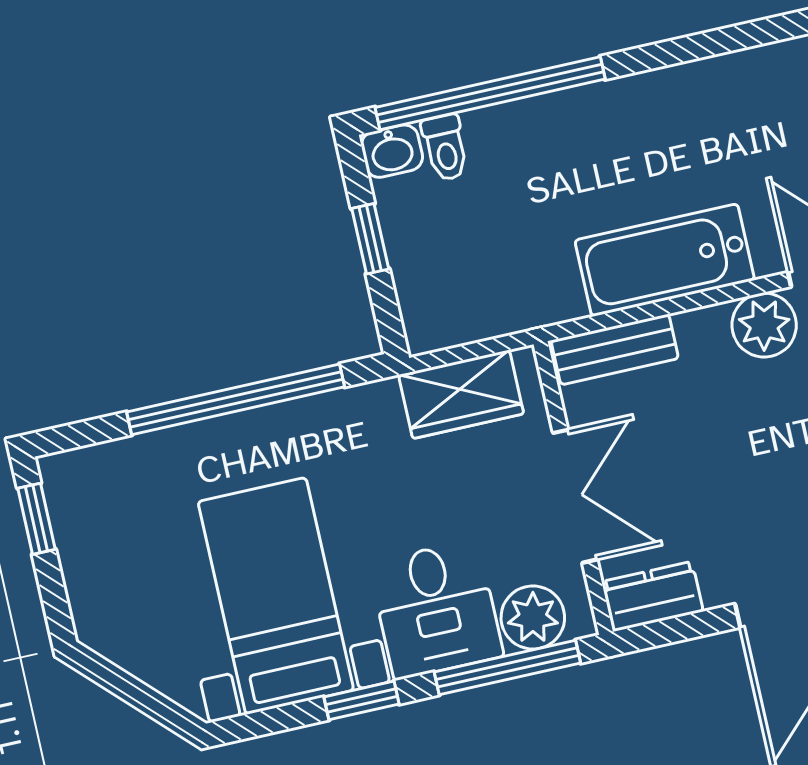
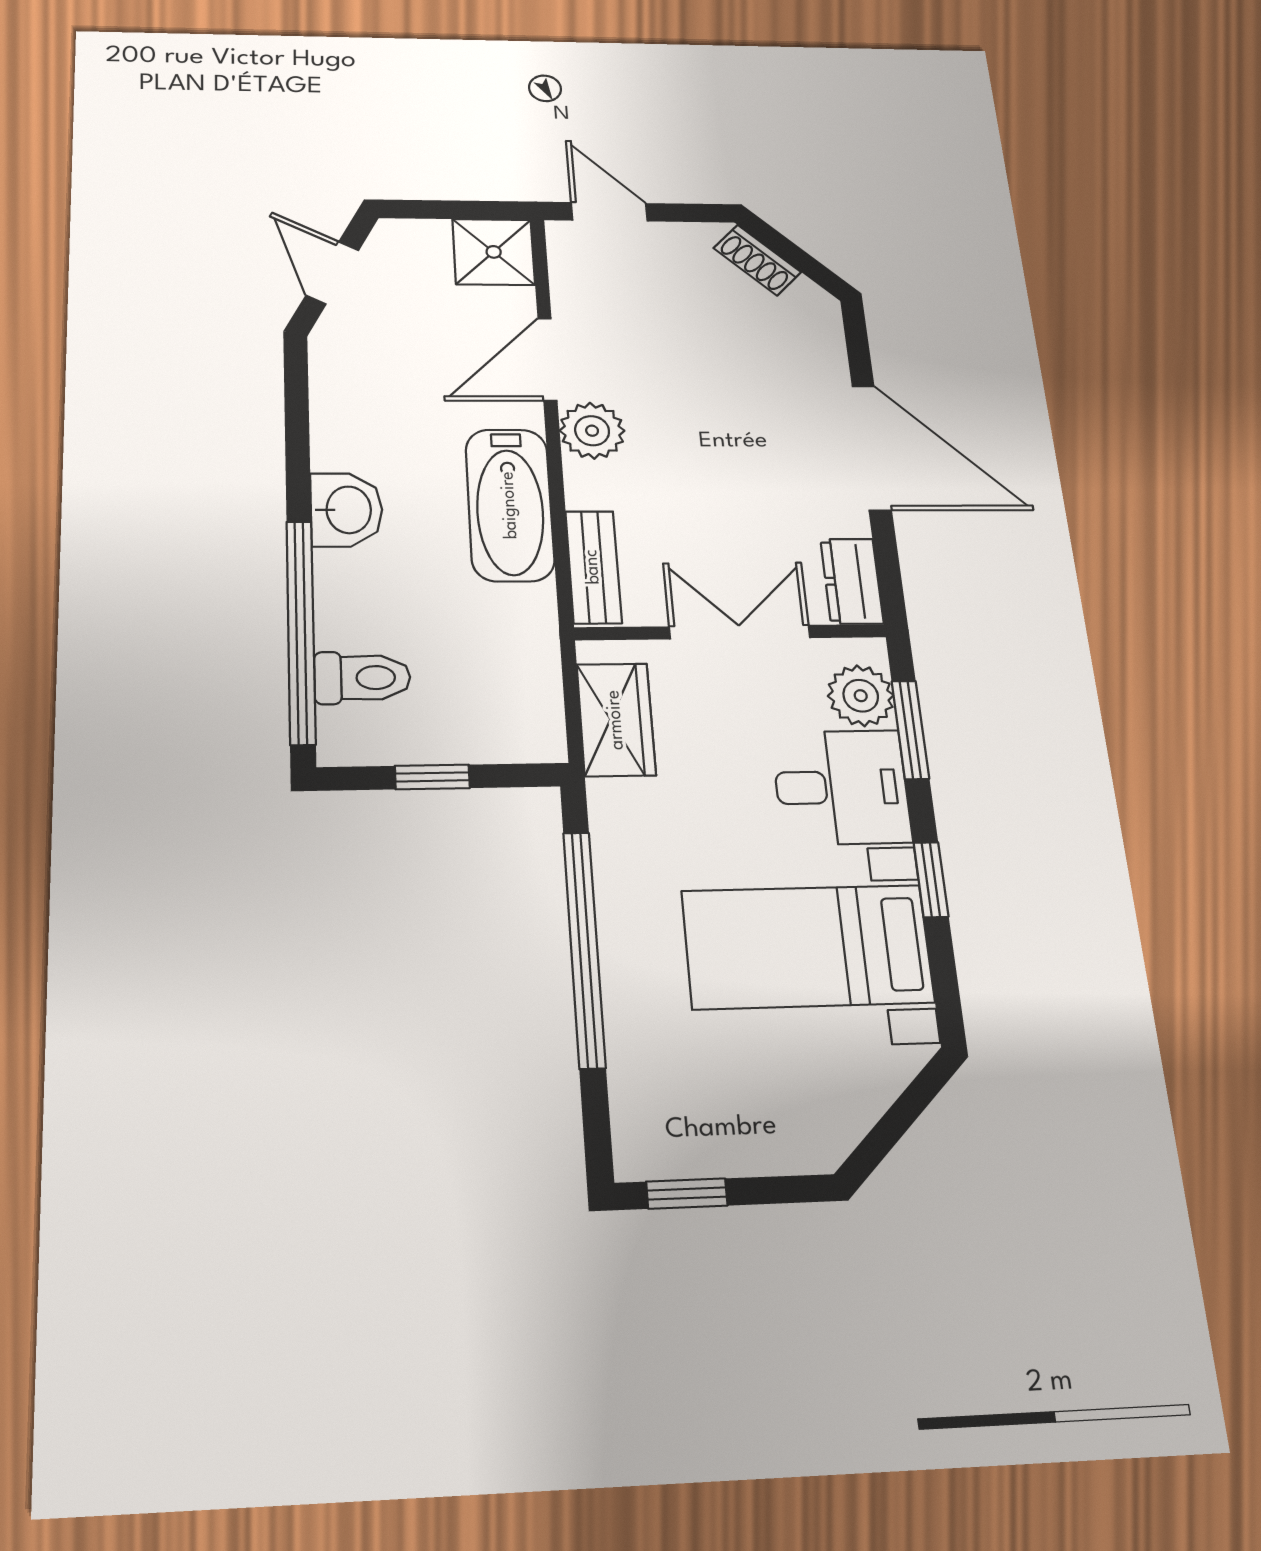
toilet: (445, 148) -> (362, 678), width x1.37, depth x1.39
washbasin: (392, 151) -> (347, 510), moved, width x1.38, depth x1.45
window: (507, 668) -> (910, 730), width x0.69

